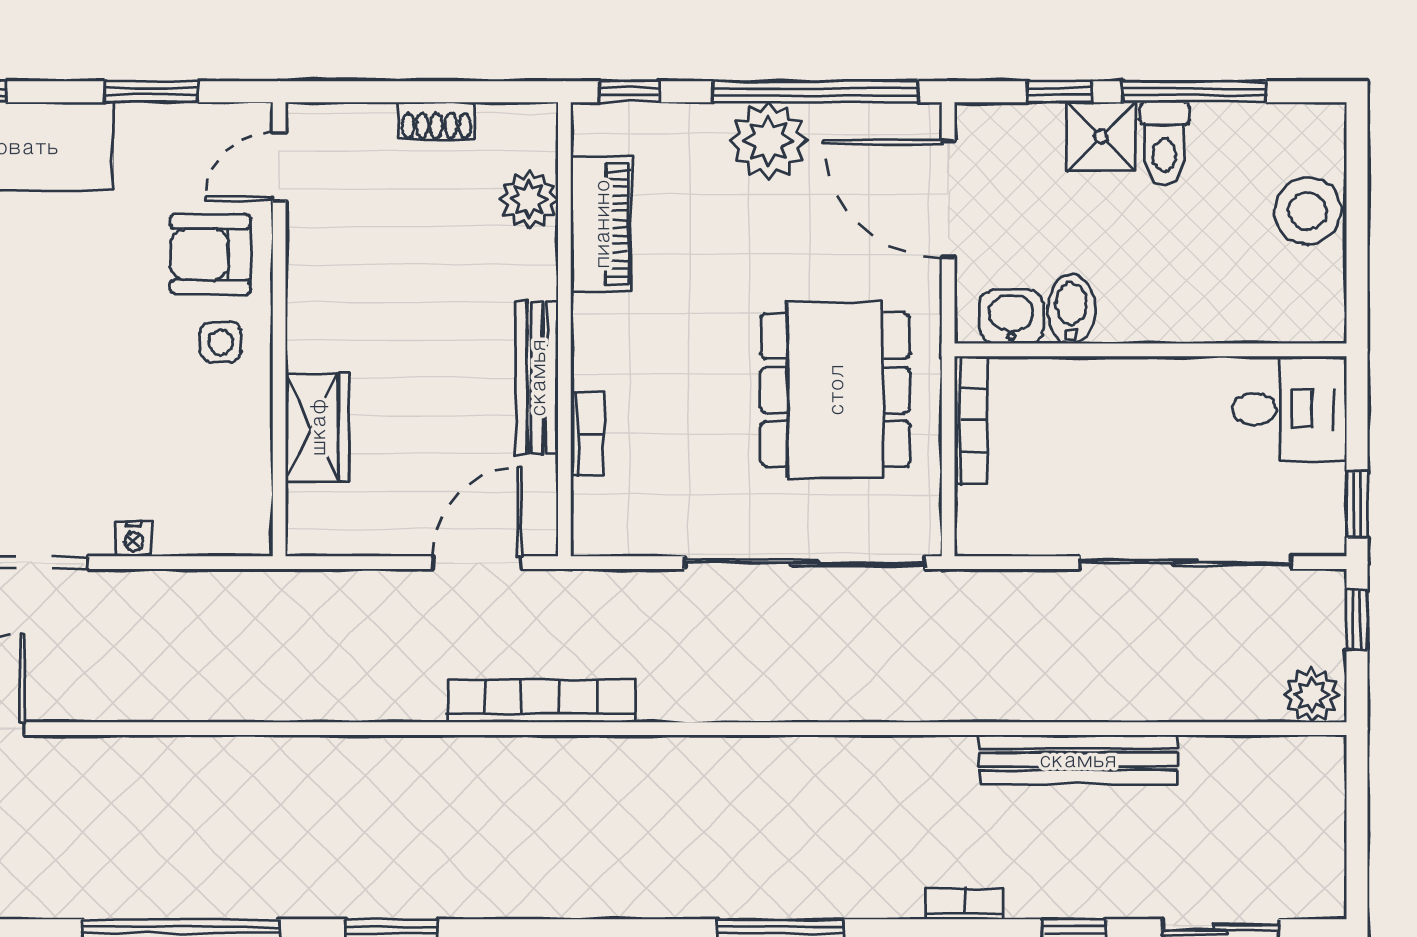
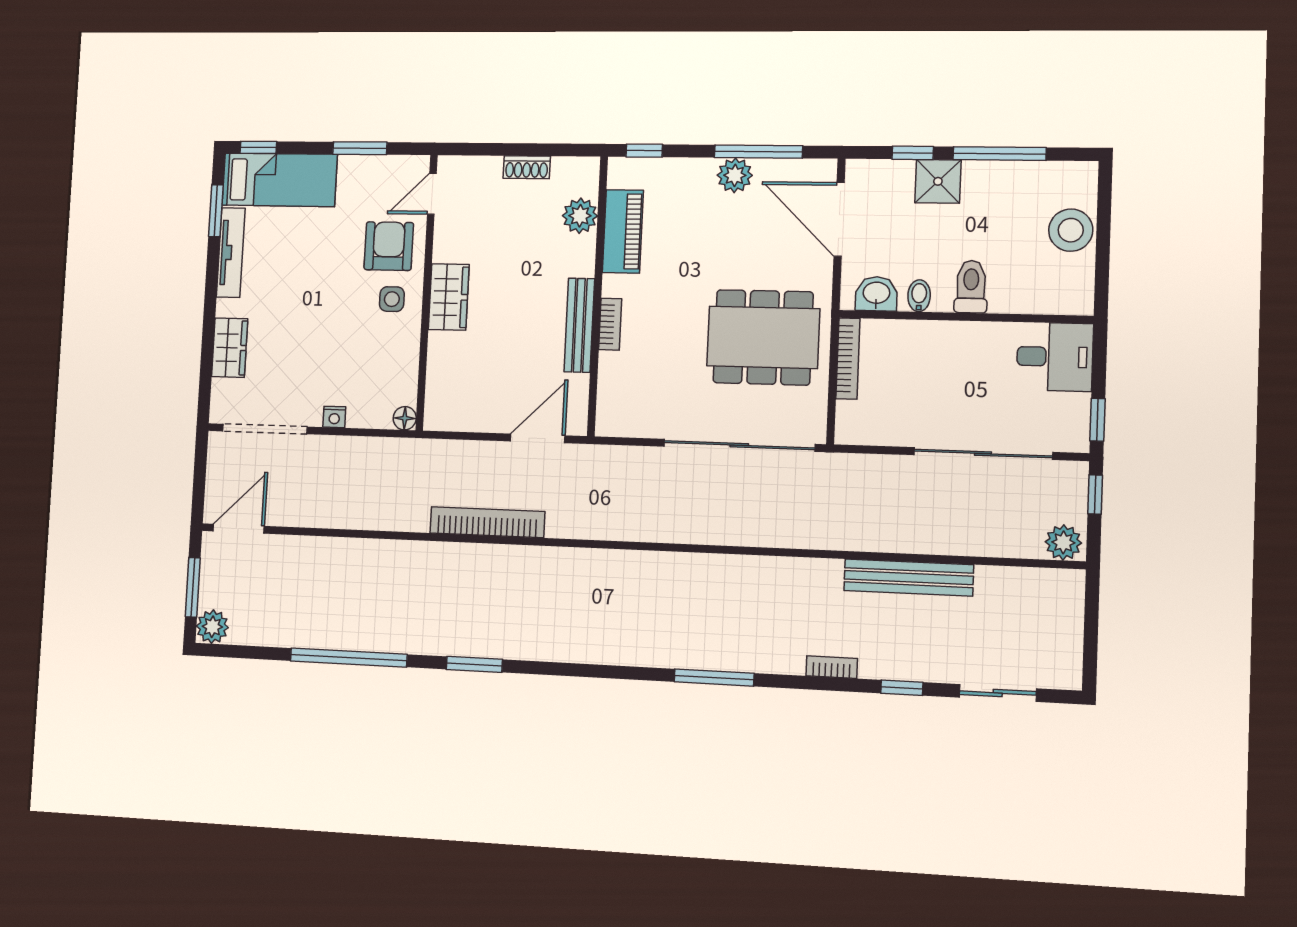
window: (815, 92) -> (758, 152), width x0.68
plant: (768, 141) -> (735, 175), width x0.73, depth x0.73
toilet: (1165, 143) -> (971, 287), moved, turned 180
armchair: (210, 254) -> (389, 246), turned 90
bidet: (1071, 309) -> (919, 296), width x0.72, depth x0.74
dining table: (835, 390) -> (763, 337), turned 90
wardrobe: (317, 427) -> (449, 297), moved
bookcase: (587, 434) -> (610, 324), moved
floor lamp: (254, 537) -> (405, 418), added
bookcase: (541, 701) -> (487, 522), moved

